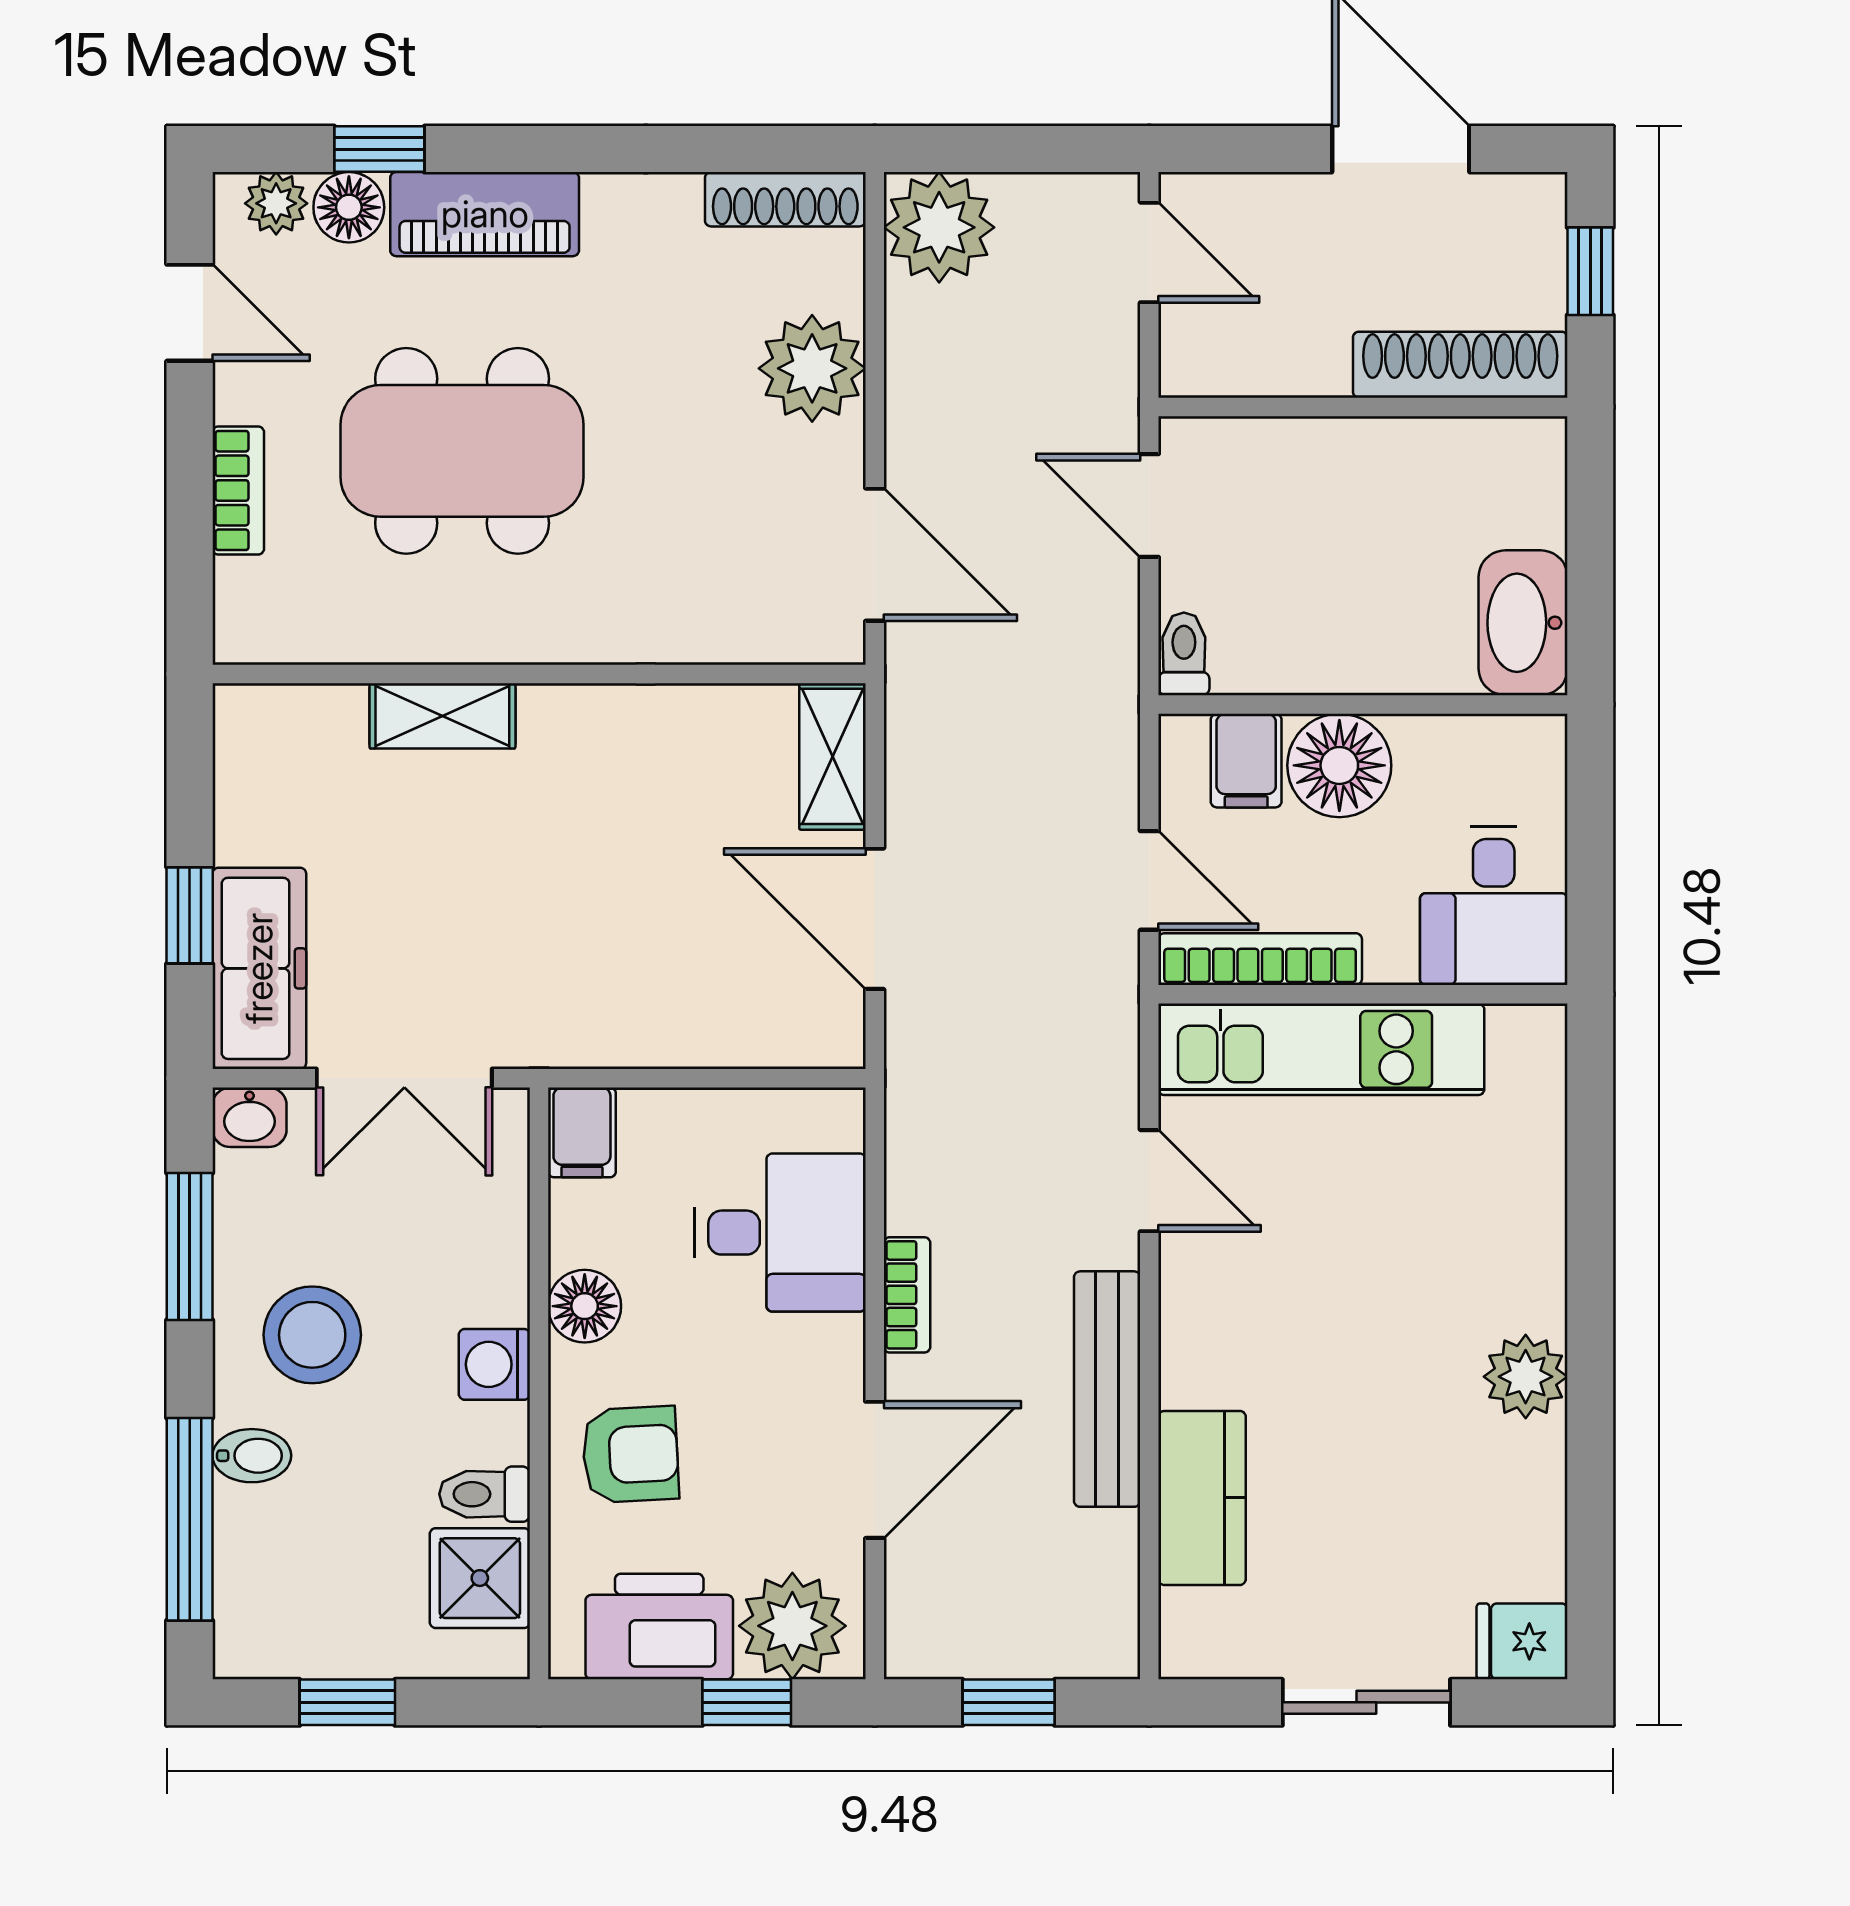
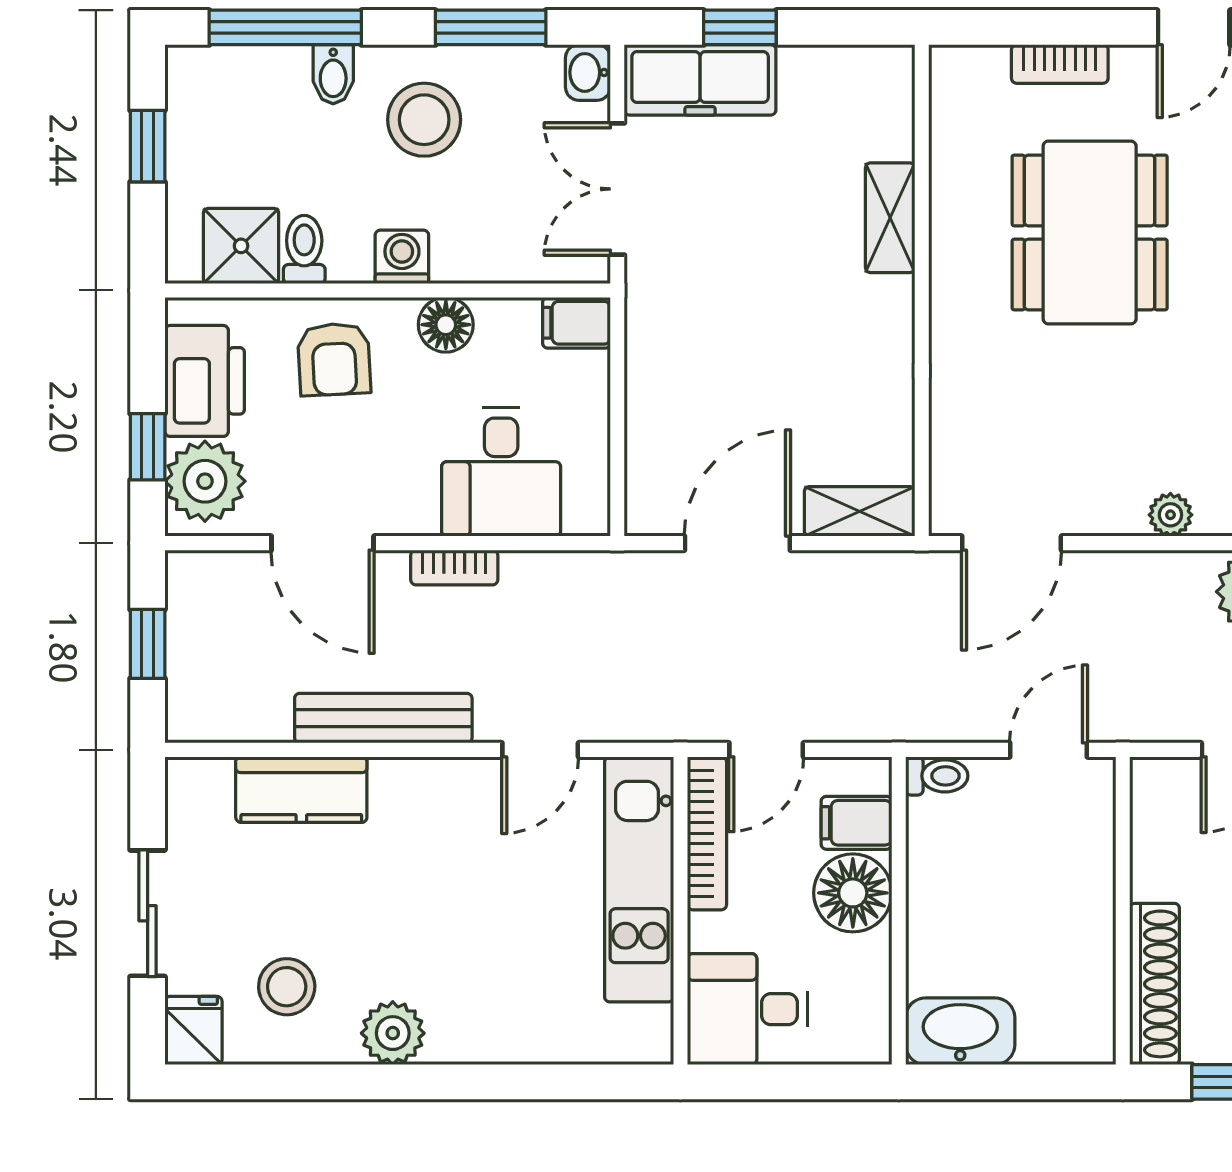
plant: (812, 368) -> (1170, 515), width x0.53, depth x0.53
stool: (1464, 1517) -> (287, 987), added

